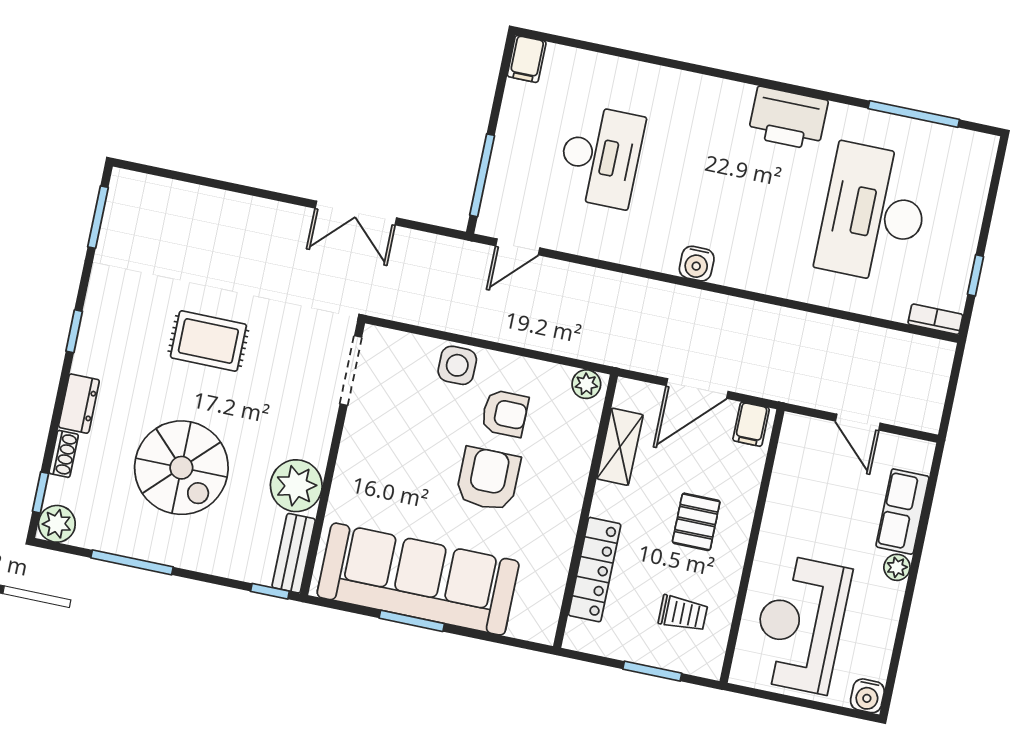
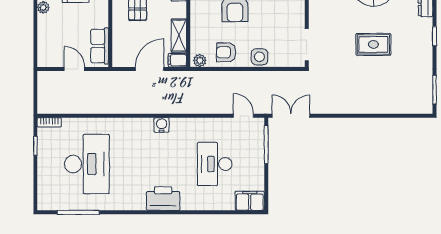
filing cabinet: (527, 59) -> (250, 201), width x2.00
printer: (788, 118) -> (163, 199), moved
double door: (356, 213) -> (291, 116), moved
door: (518, 247) -> (243, 116), hinge flipped
armchair: (505, 413) -> (226, 52), moved
filing cabinet: (751, 424) -> (177, 60), moved, turned -90
row of seats: (902, 512) -> (100, 46), moved, turned 180

